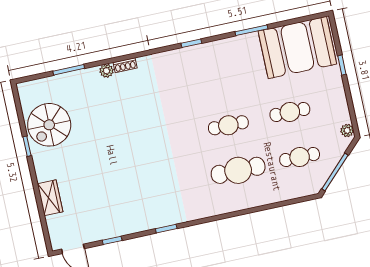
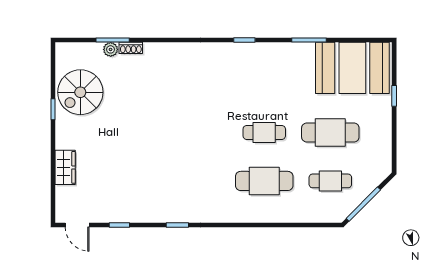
shoe rack: (125, 65) -> (131, 48), moved
plant: (107, 71) -> (111, 49), moved
cafe table: (290, 112) -> (330, 132), width x1.37, depth x1.35
plant: (347, 130) -> (385, 164), removed

